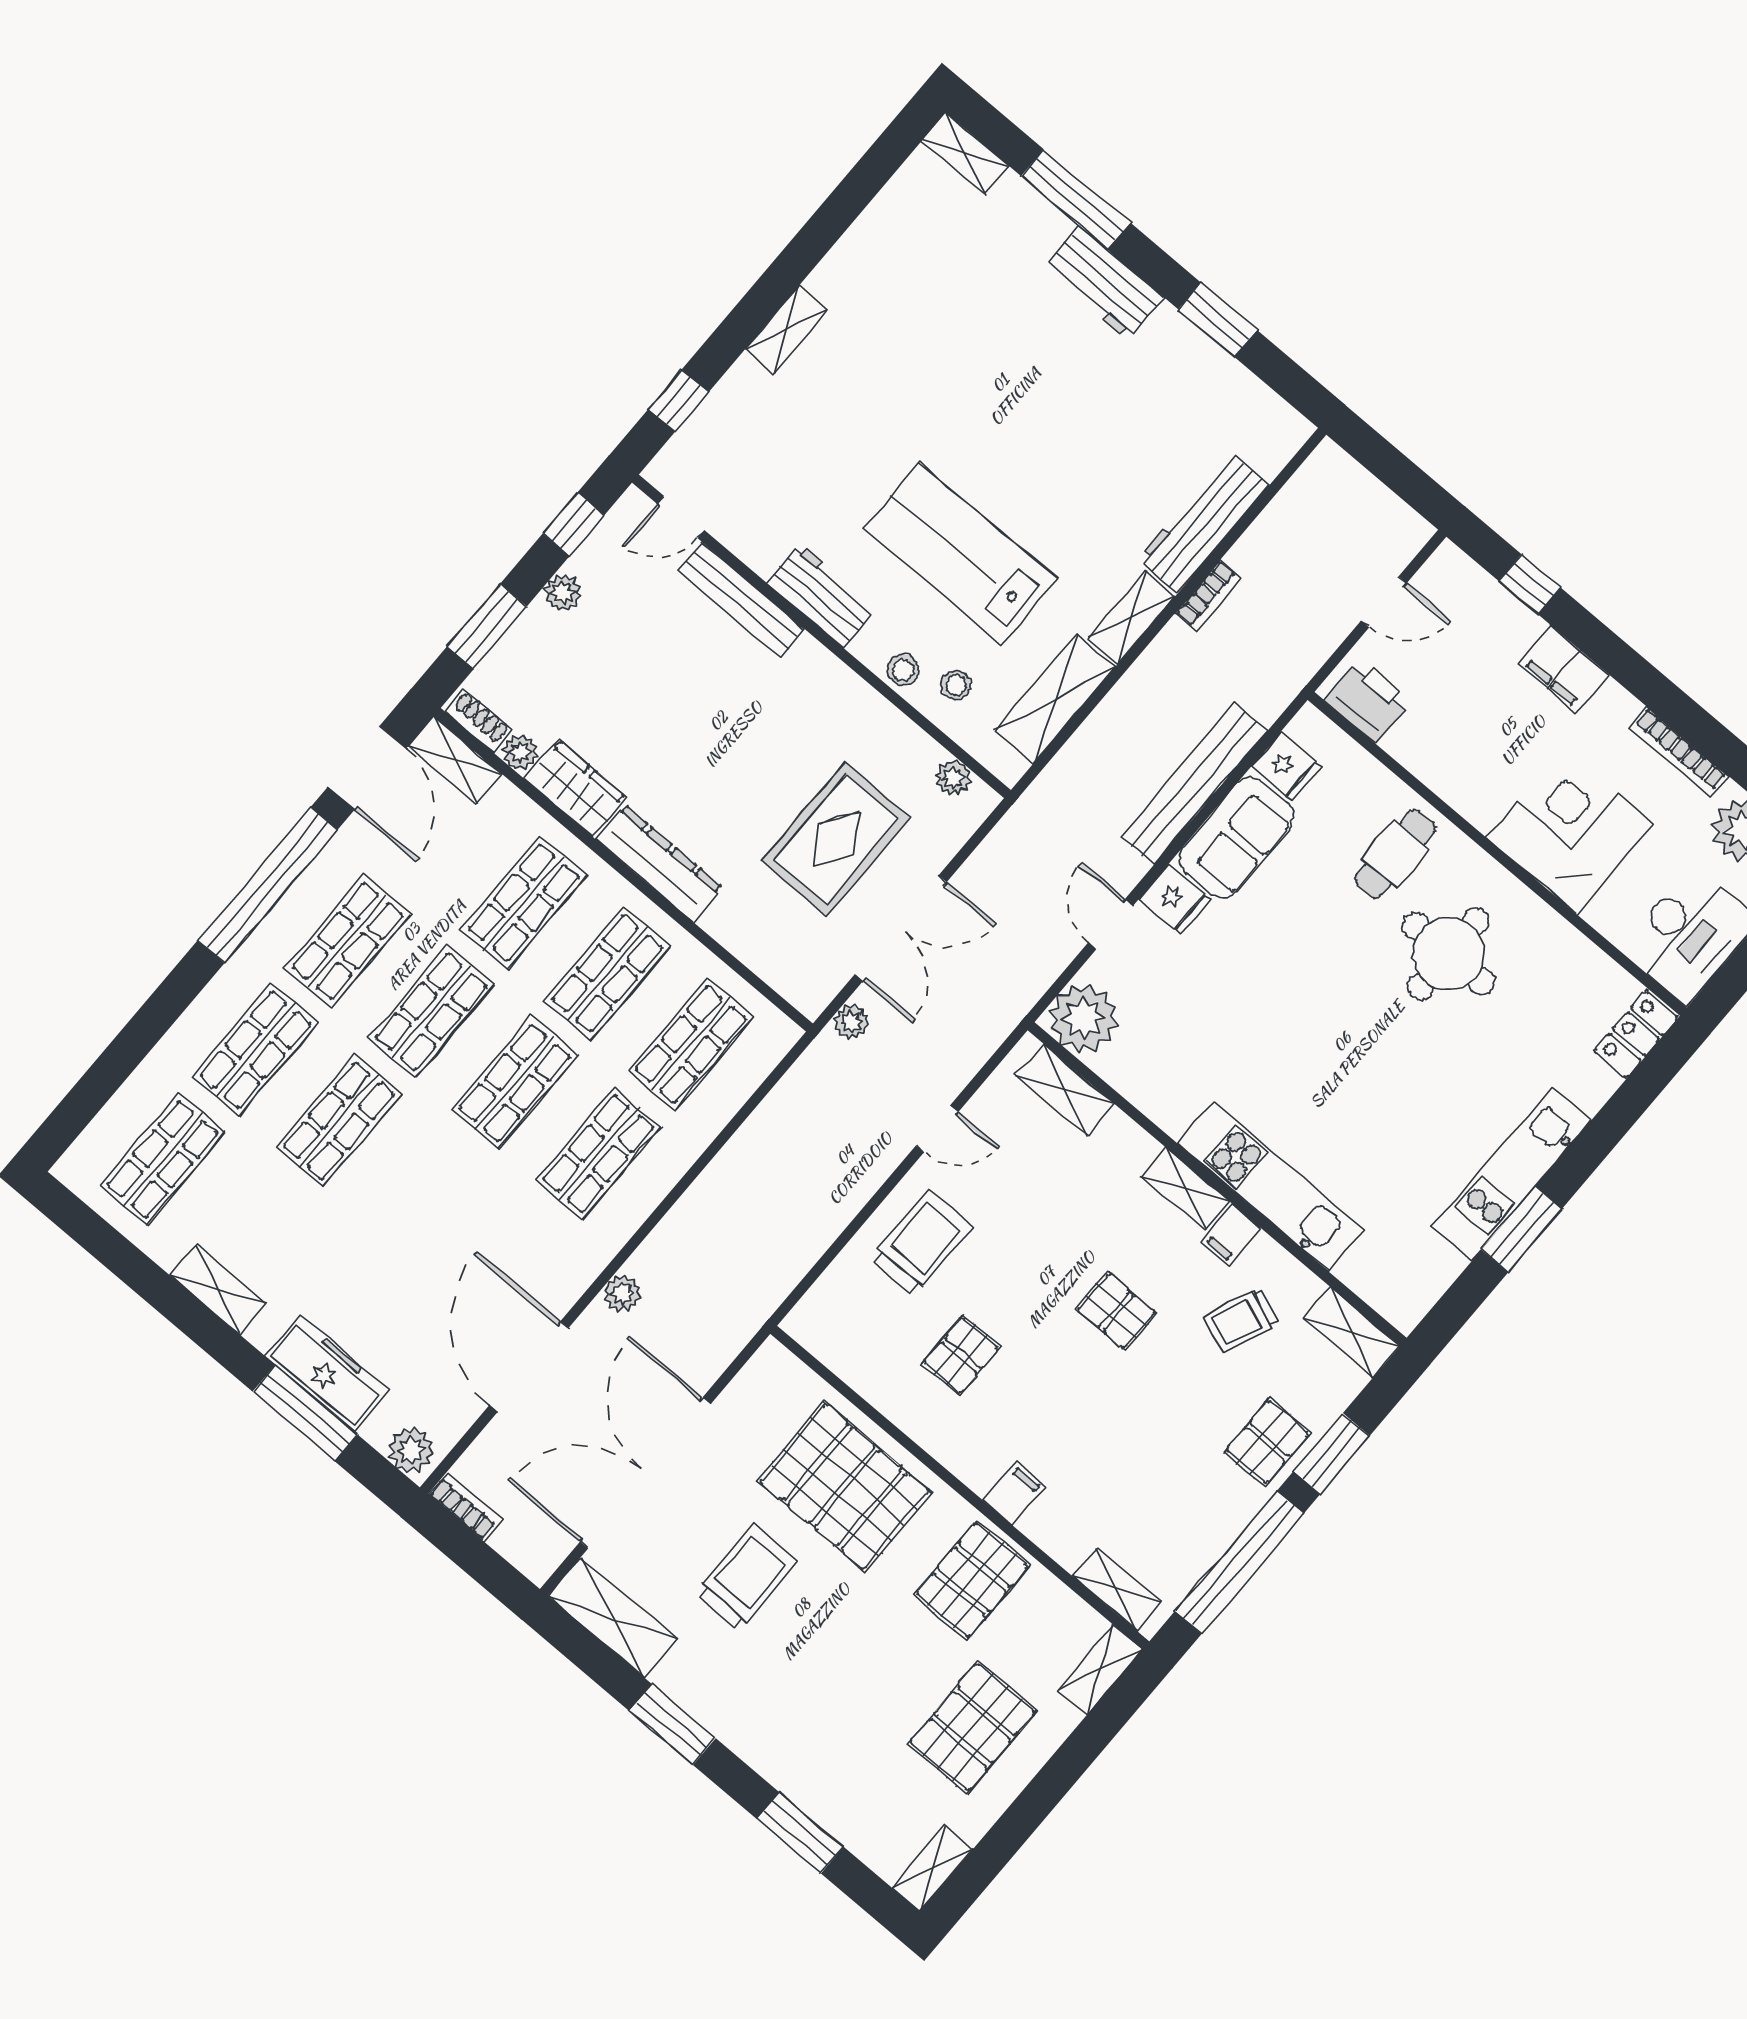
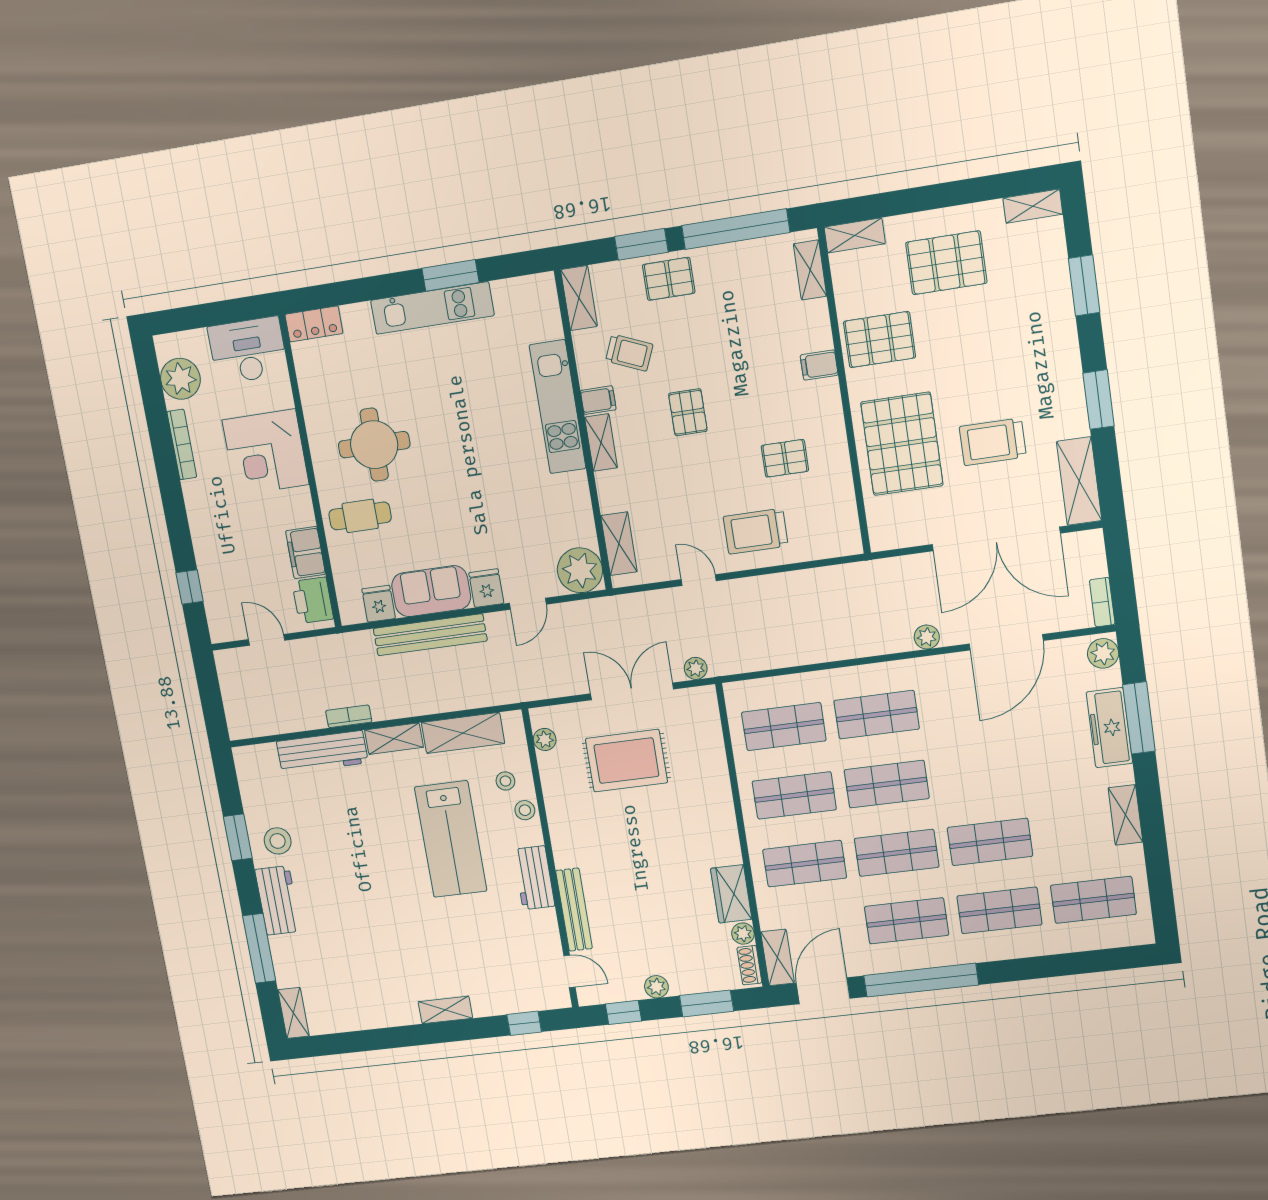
stool: (1166, 360) -> (278, 841), added
filing cabinet: (1563, 669) -> (306, 552), moved, turned 180
dresser: (659, 863) -> (722, 824), removed

